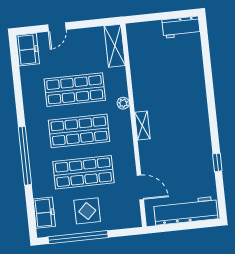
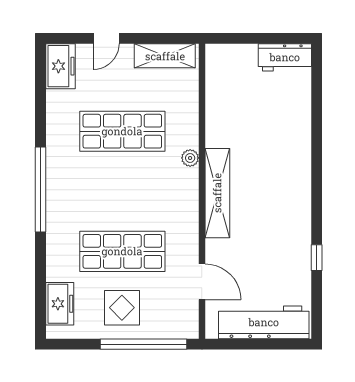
shelving: (115, 46) -> (165, 56), moved, turned 90
shelving: (142, 126) -> (217, 193), width x2.20, depth x1.33
shop shelf: (79, 131) -> (122, 191), removed
window: (25, 156) -> (41, 190), moved
window: (78, 237) -> (143, 344), moved

